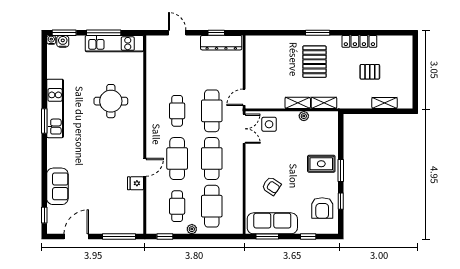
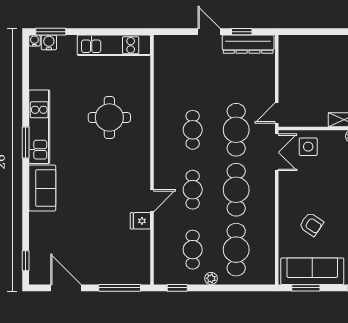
window: (104, 33) -> (100, 32), removed
door: (177, 33) -> (209, 32), moved
cafe table: (177, 159) -> (193, 190), width x0.73, depth x0.74
sofa: (57, 186) -> (42, 188), moved
door: (76, 237) -> (66, 288), hinge flipped

